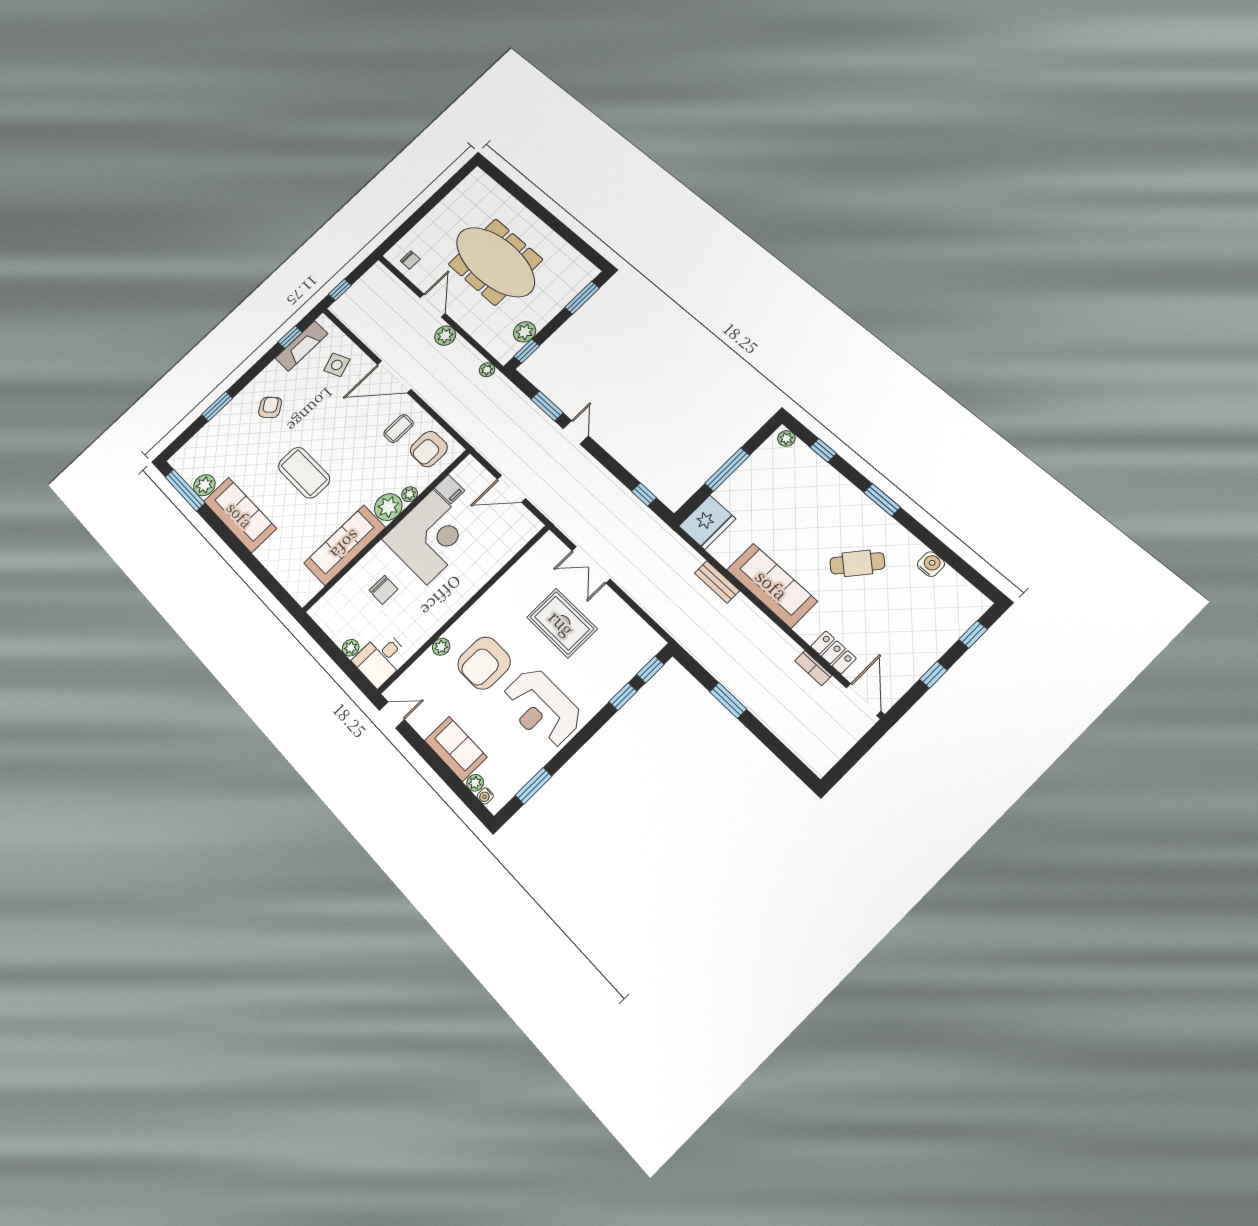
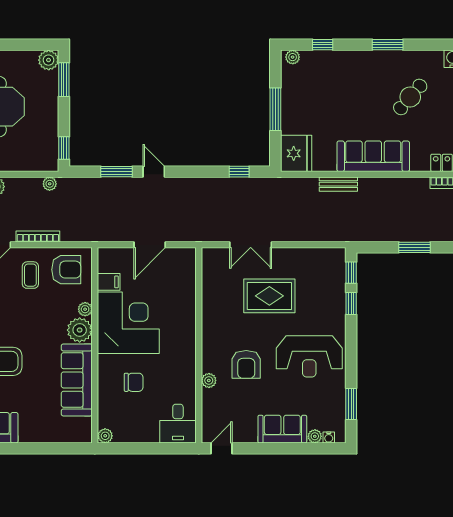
plant: (525, 332) -> (49, 60), moved
bookcase: (435, 403) -> (38, 237), added
armchair: (429, 449) -> (66, 270), turned -90
plant: (351, 648) -> (105, 436), moved
armchair: (484, 663) -> (246, 364), width x0.73, depth x0.73

